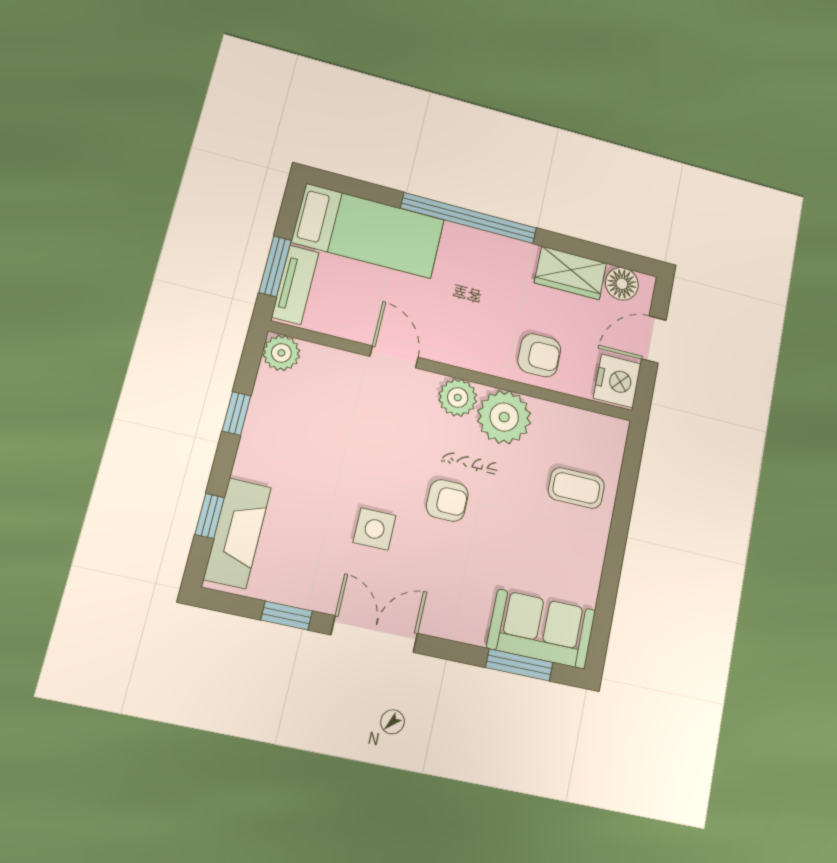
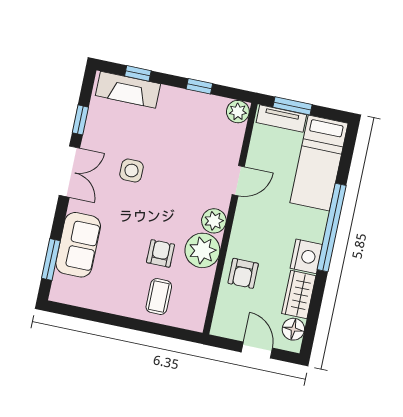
nightstand: (617, 381) -> (306, 256), moved, turned -90
armchair: (447, 500) -> (160, 253), moved, turned 180
sofa: (541, 629) -> (78, 245), moved

